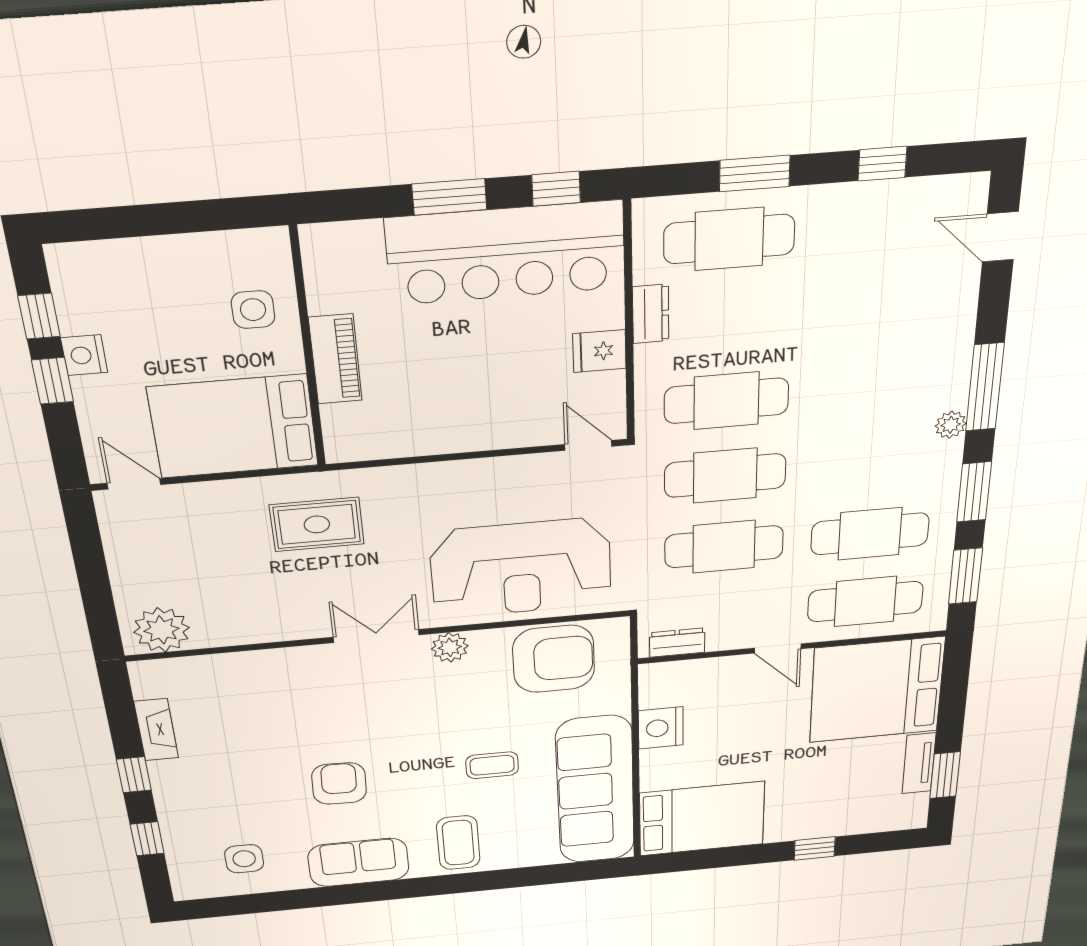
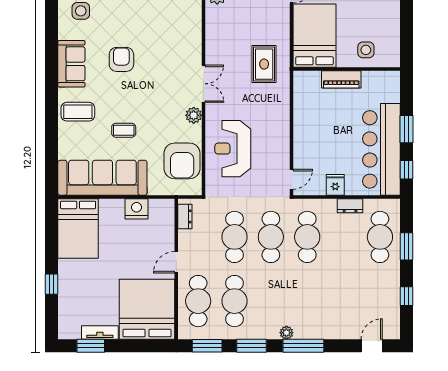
reception desk: (521, 568) -> (233, 149), width x0.74, depth x0.77
coffee table: (492, 765) -> (124, 130), turned 90
armchair: (339, 784) -> (121, 59), turned -92

